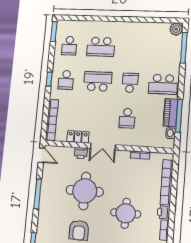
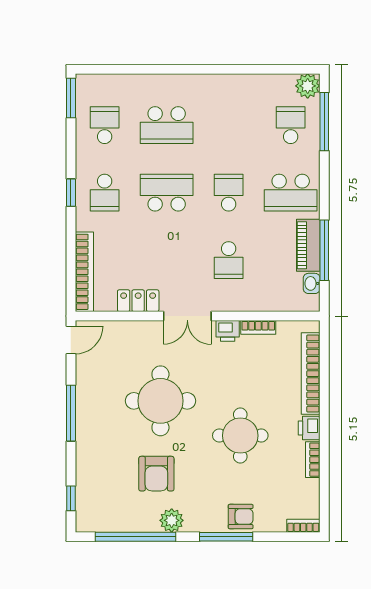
school desk: (69, 46) -> (105, 125), turned 180
school desk: (166, 49) -> (291, 125), added
printer: (81, 153) -> (228, 331), moved
door: (42, 155) -> (71, 340), hinge flipped

